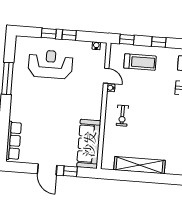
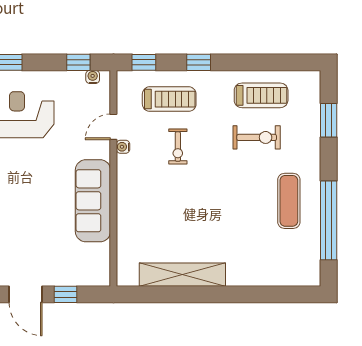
window: (69, 35) -> (78, 62), moved
door: (106, 76) -> (113, 127), swing flipped
exercise bike: (122, 116) -> (178, 147), moved
sofa: (89, 144) -> (93, 201), moved

